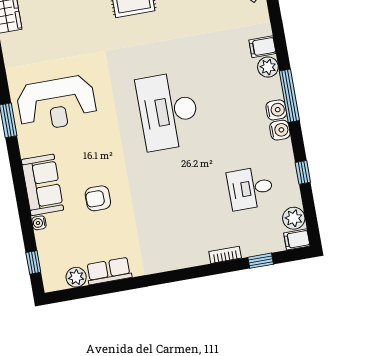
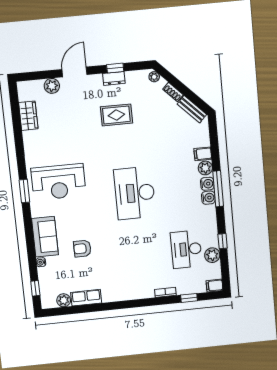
water cooler: (280, 130) -> (207, 184), moved
desk: (250, 188) -> (186, 249), width x1.37
plant: (294, 218) -> (212, 255), moved

